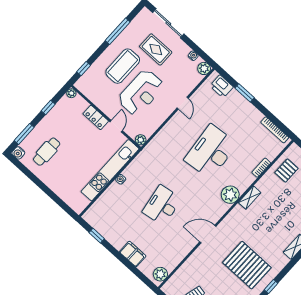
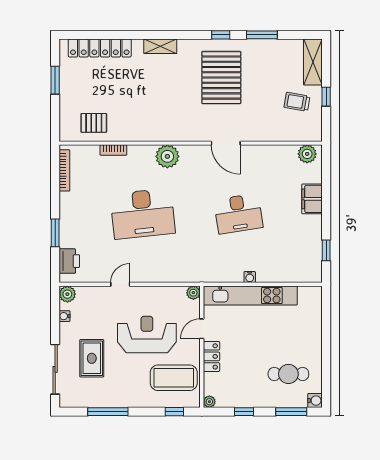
coffee table: (123, 66) -> (174, 378), moved
shelving: (250, 198) -> (153, 135), removed

